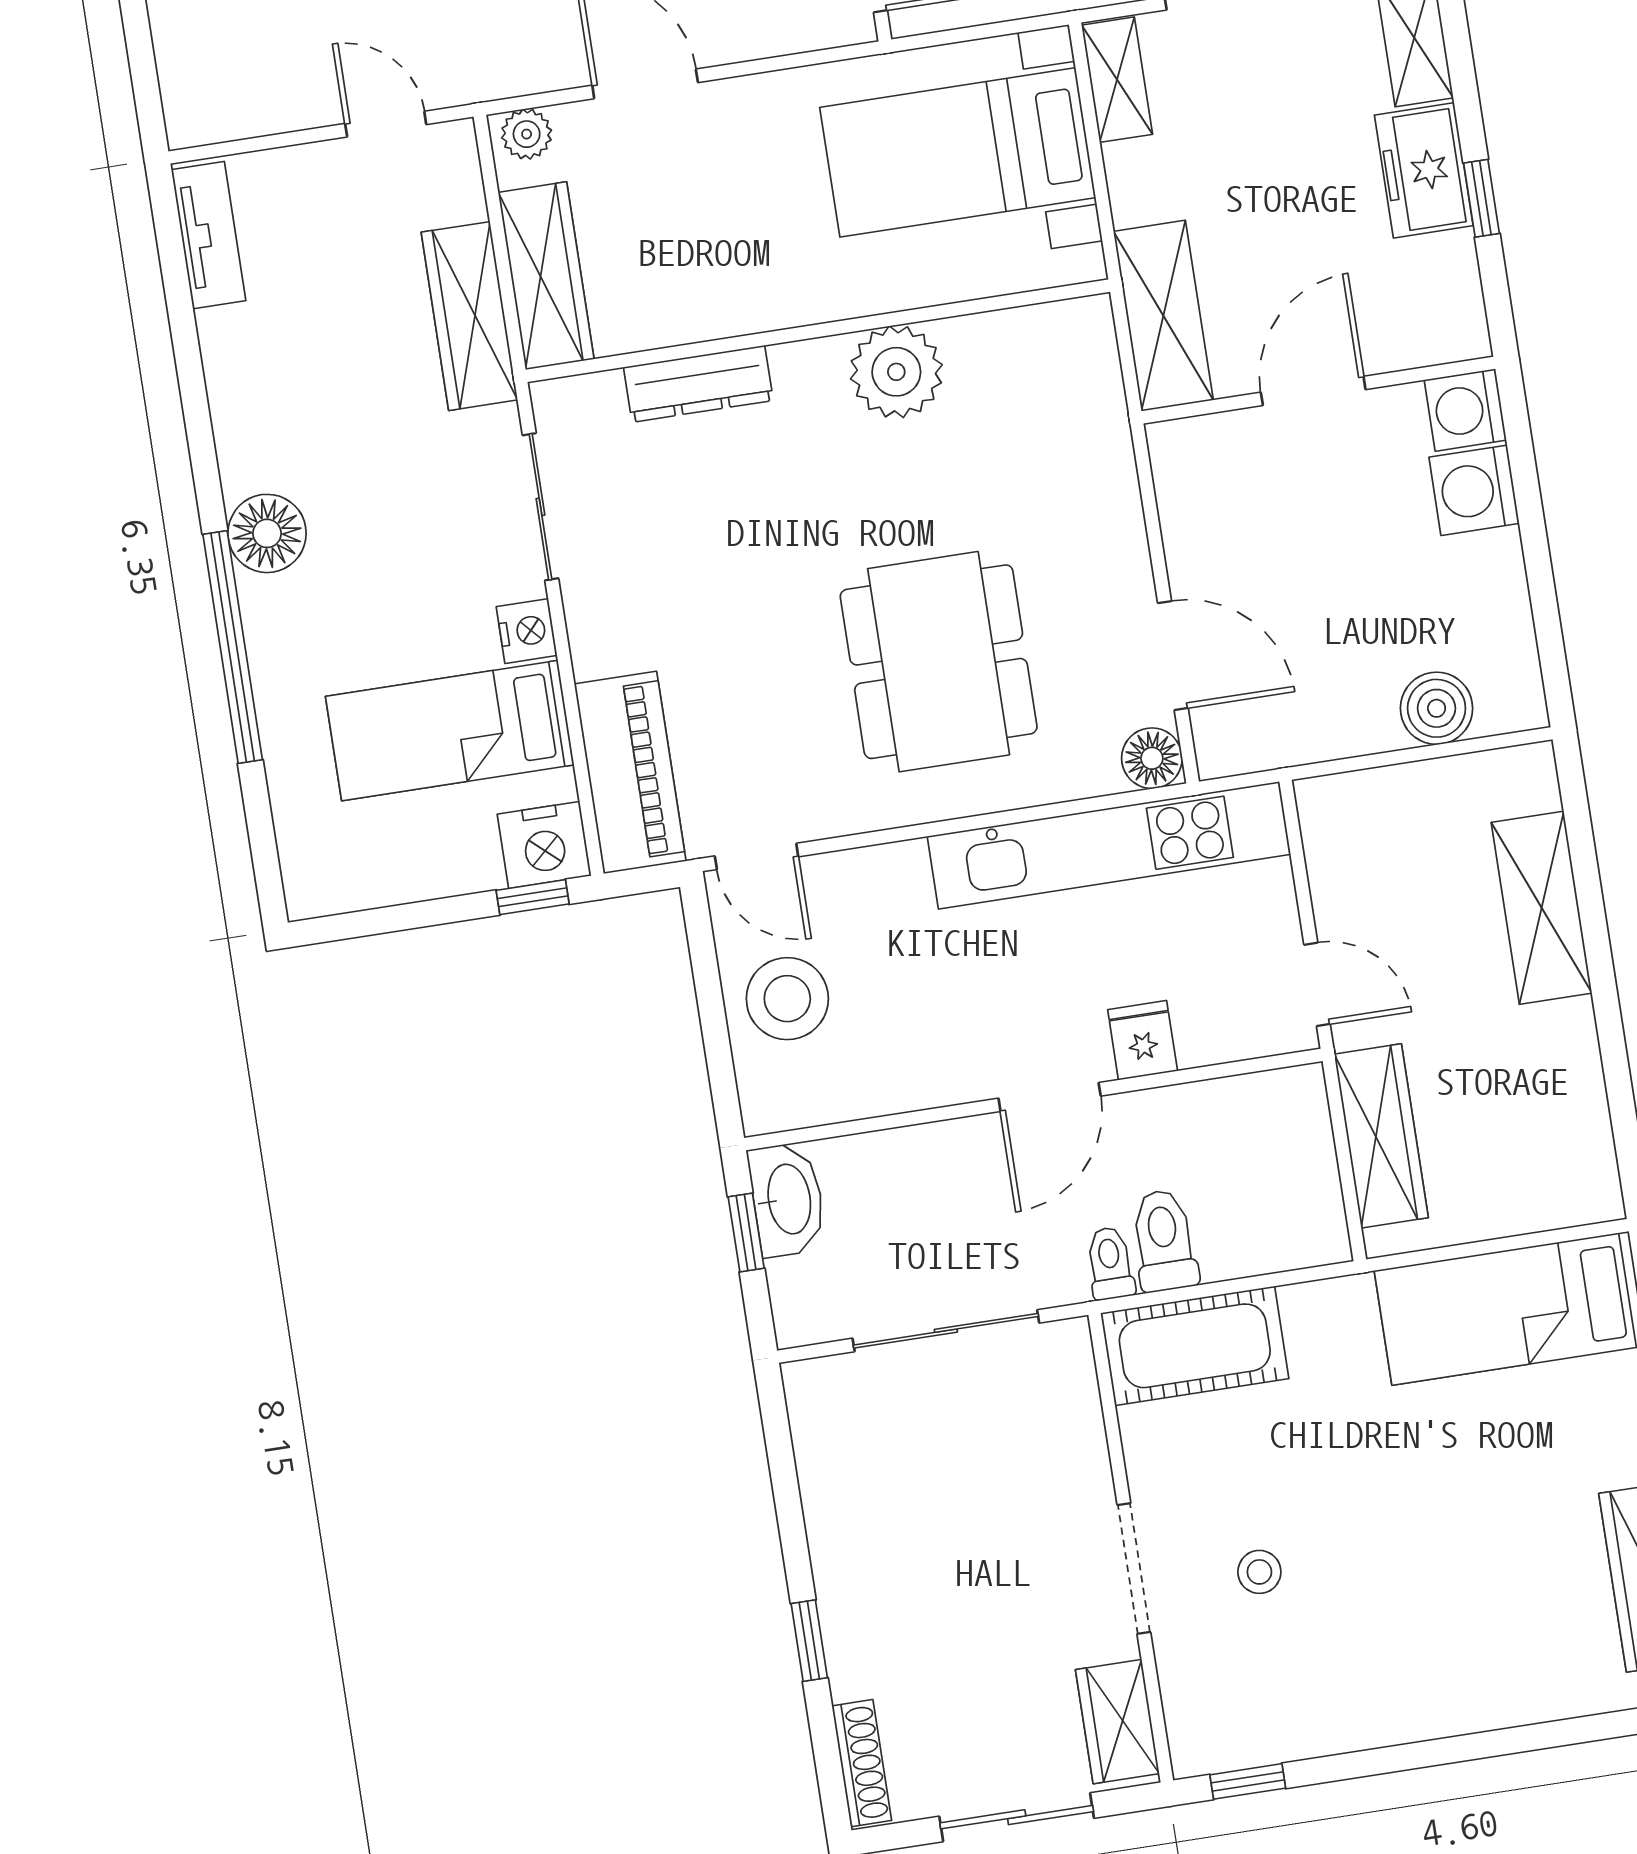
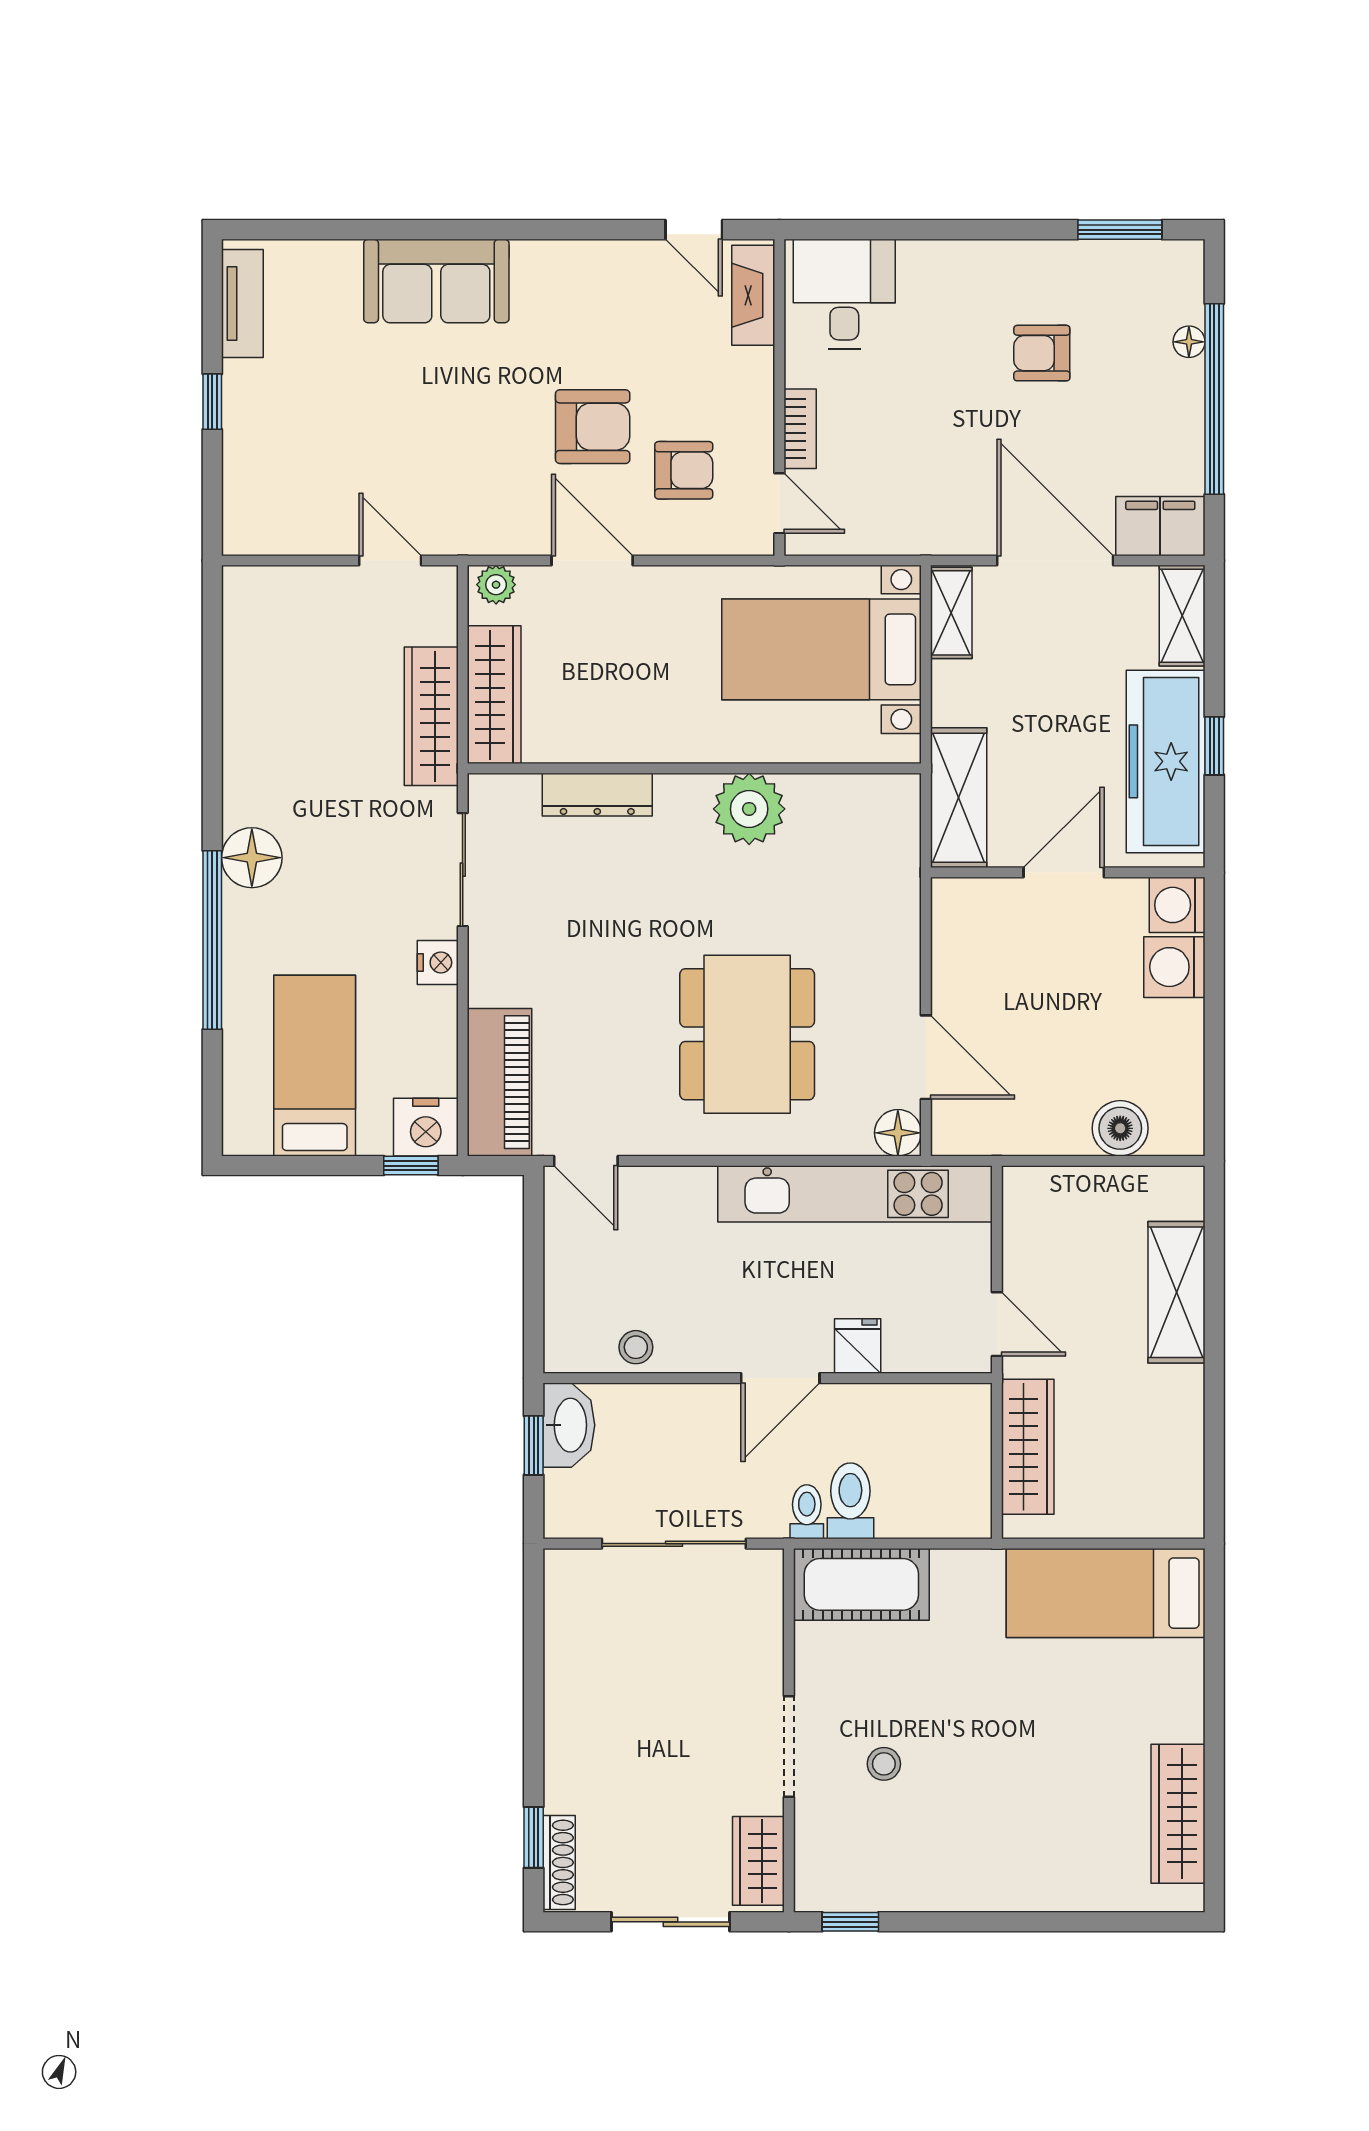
freezer: (1424, 170) -> (1166, 761), width x1.91, depth x1.26
tv unit: (209, 235) -> (242, 624), removed
bed: (450, 731) -> (315, 1066), moved, turned 90
stool: (787, 999) -> (636, 1347), moved, width x0.53, depth x0.53
window: (809, 1641) -> (534, 1837), moved

